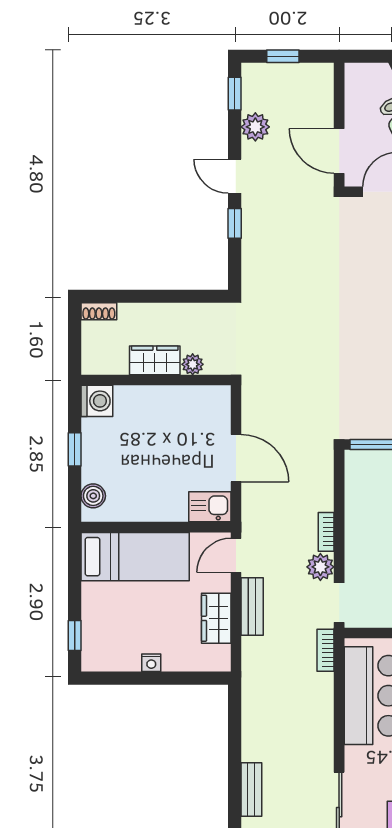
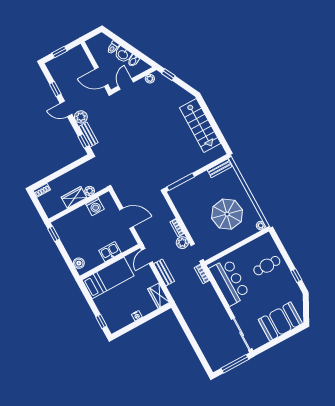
window: (235, 94) -> (55, 89), moved
plant: (255, 127) -> (81, 117), moved
window: (235, 223) -> (84, 141), moved
washing machine: (97, 401) -> (95, 206), moved, turned 90
window: (75, 449) -> (54, 234), moved
kitchen sink: (210, 507) -> (110, 252), moved
wardrobe: (216, 618) -> (159, 296), moved
bench: (251, 789) -> (88, 134), moved

